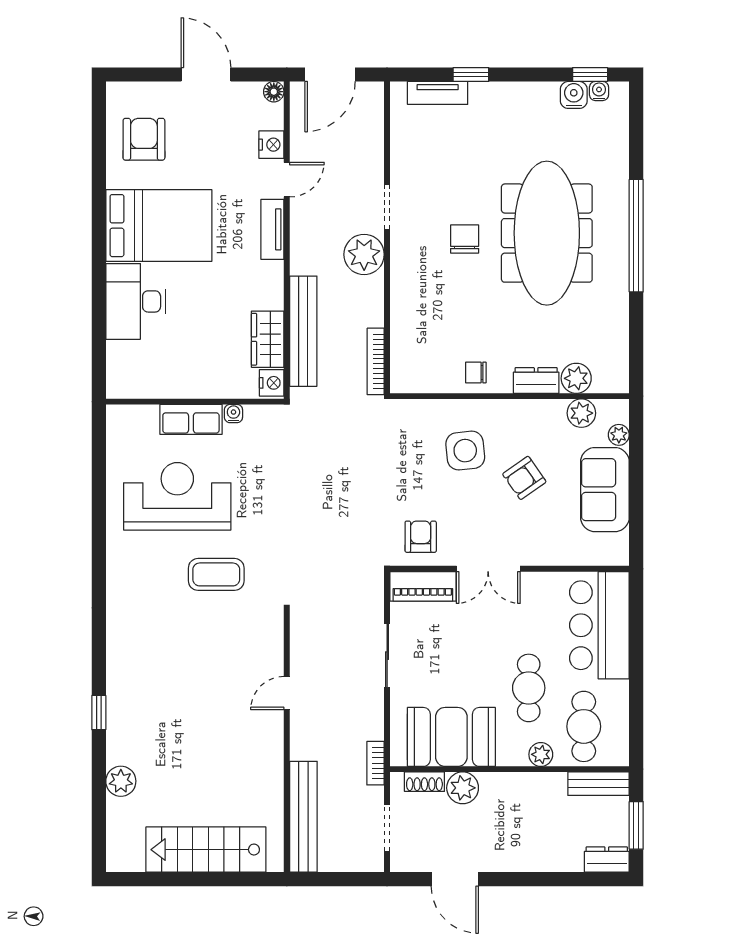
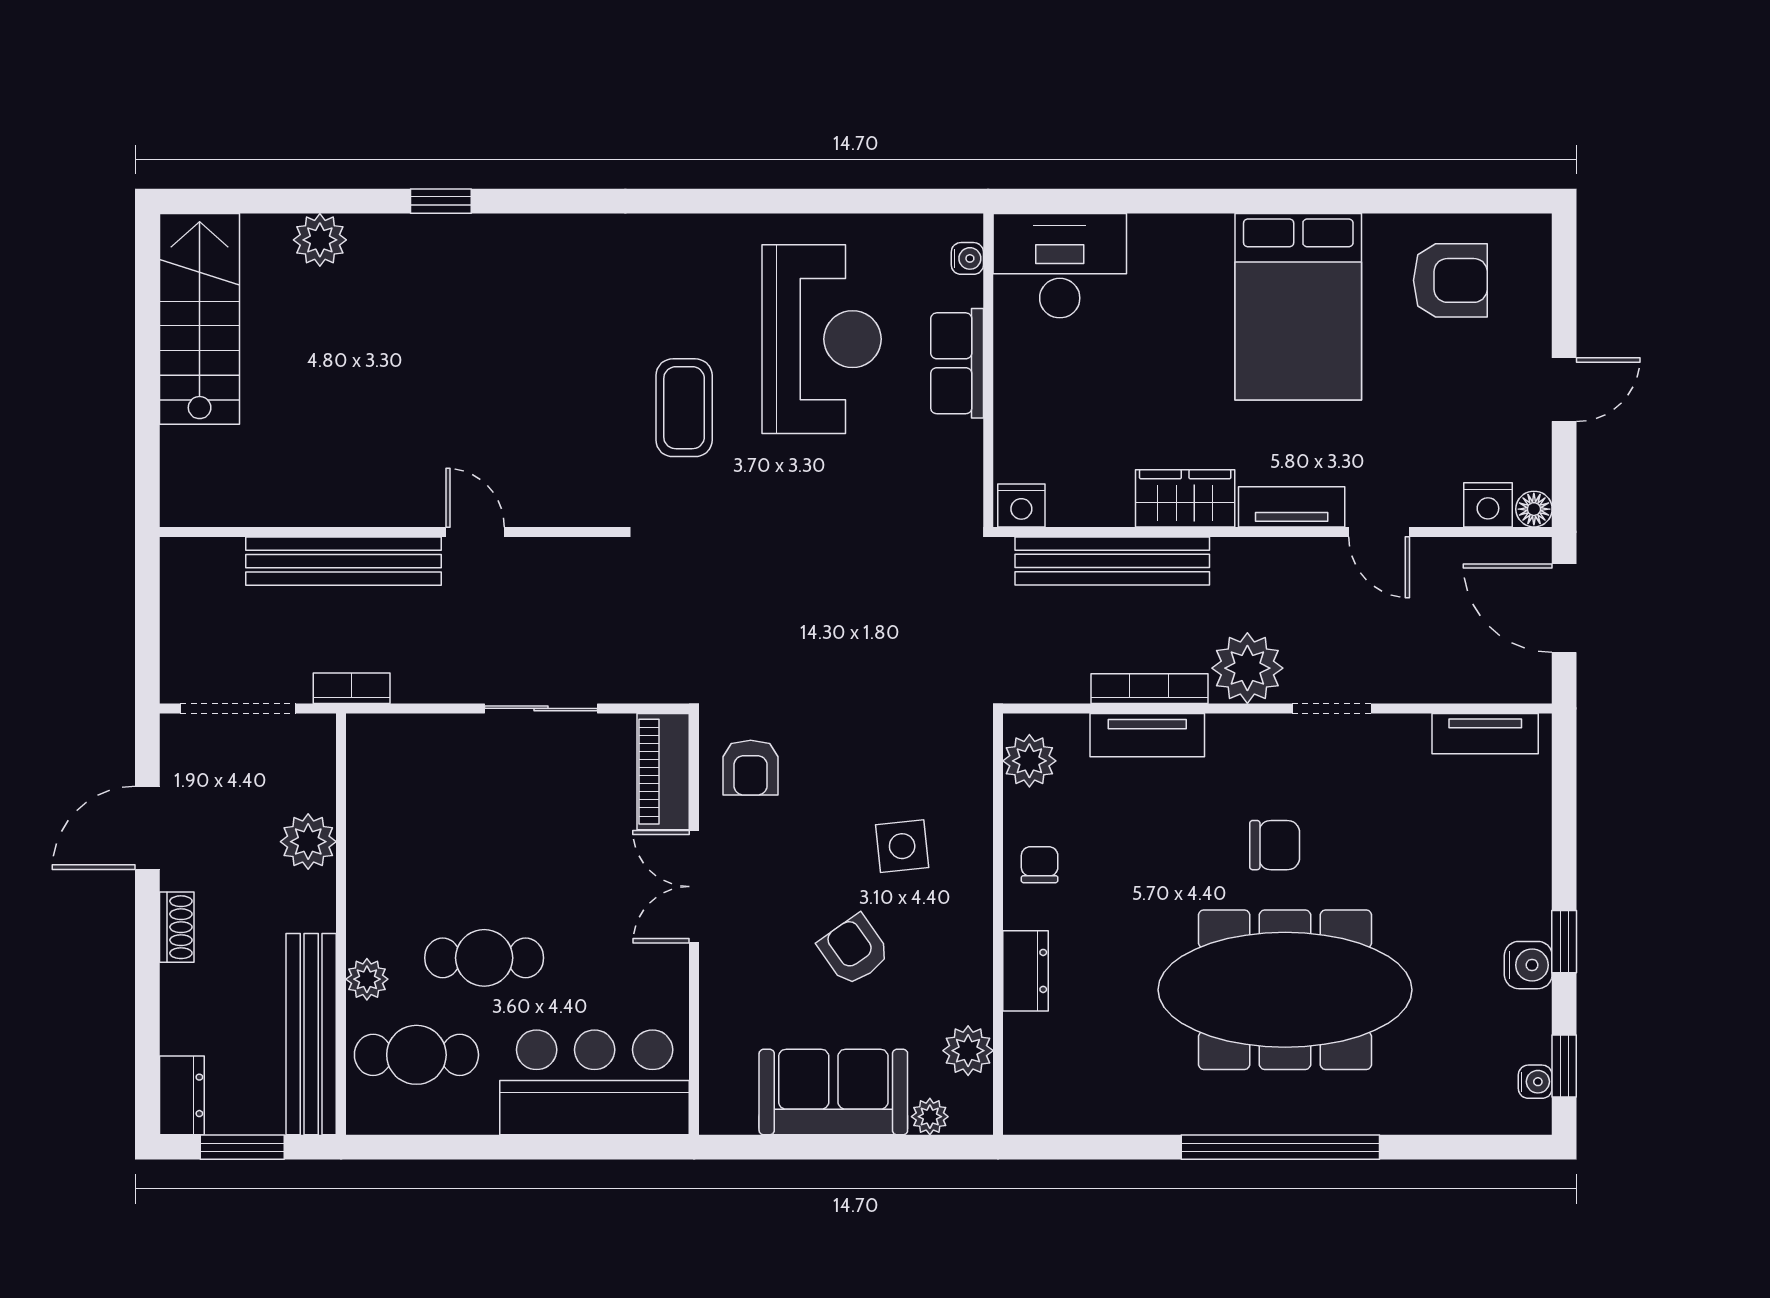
door: (206, 75) -> (1564, 390), width x0.73
window: (471, 75) -> (1564, 942), moved
tv unit: (438, 93) -> (1485, 734), moved, turned -90
water cooler: (574, 95) -> (1528, 965), moved
nightstand: (271, 145) -> (1488, 505), moved
desk: (136, 301) -> (1060, 266), moved
tv unit: (402, 311) -> (1147, 735), added
wardrobe: (268, 339) -> (1185, 498), moved
bookcase: (376, 361) -> (1149, 689), moved
plant: (576, 378) -> (1029, 761), moved
water cooler: (233, 414) -> (967, 258), moved
side table: (465, 451) -> (902, 846), width x0.73, depth x0.73
armchair: (421, 537) -> (751, 768), turned 90
booth: (451, 737) -> (398, 822), removed
shoe rack: (424, 782) -> (177, 927), moved, turned 180
bench: (599, 784) -> (311, 1034), width x1.86, depth x1.21
bench: (303, 817) -> (343, 561), moved
doorway: (387, 828) -> (238, 708), width x1.38
stairs: (206, 850) -> (200, 319), moved

